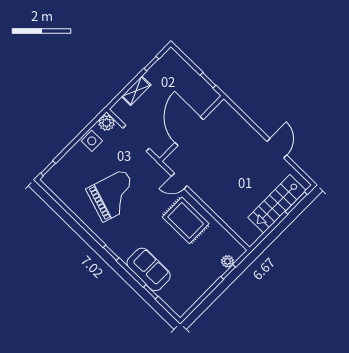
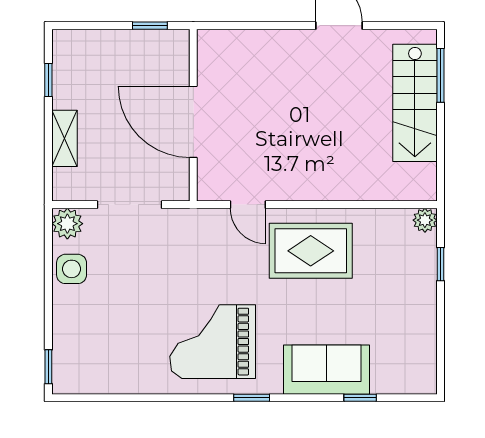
door: (179, 181) -> (248, 205), hinge flipped
grand piano: (114, 196) -> (213, 342), moved, turned -108
plant: (227, 261) -> (425, 220), moved

